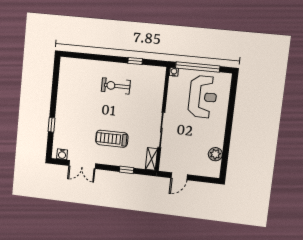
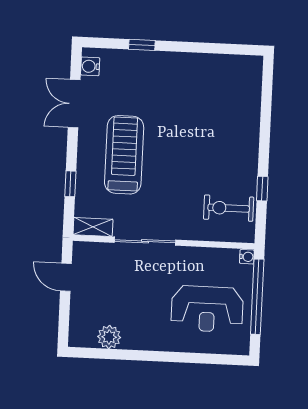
exercise bike: (116, 86) -> (229, 208), moved, turned -90
treadmill: (112, 139) -> (124, 155), width x1.37, depth x1.38

